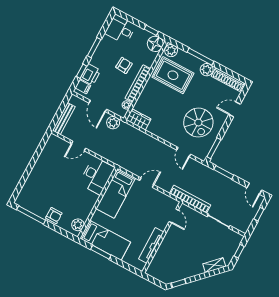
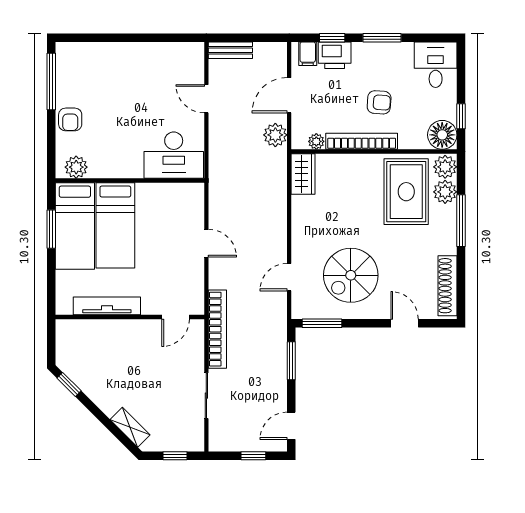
plant: (207, 70) -> (445, 192), moved
bench: (64, 119) -> (230, 50), width x0.73
bed: (116, 193) -> (115, 225), moved, turned -90

